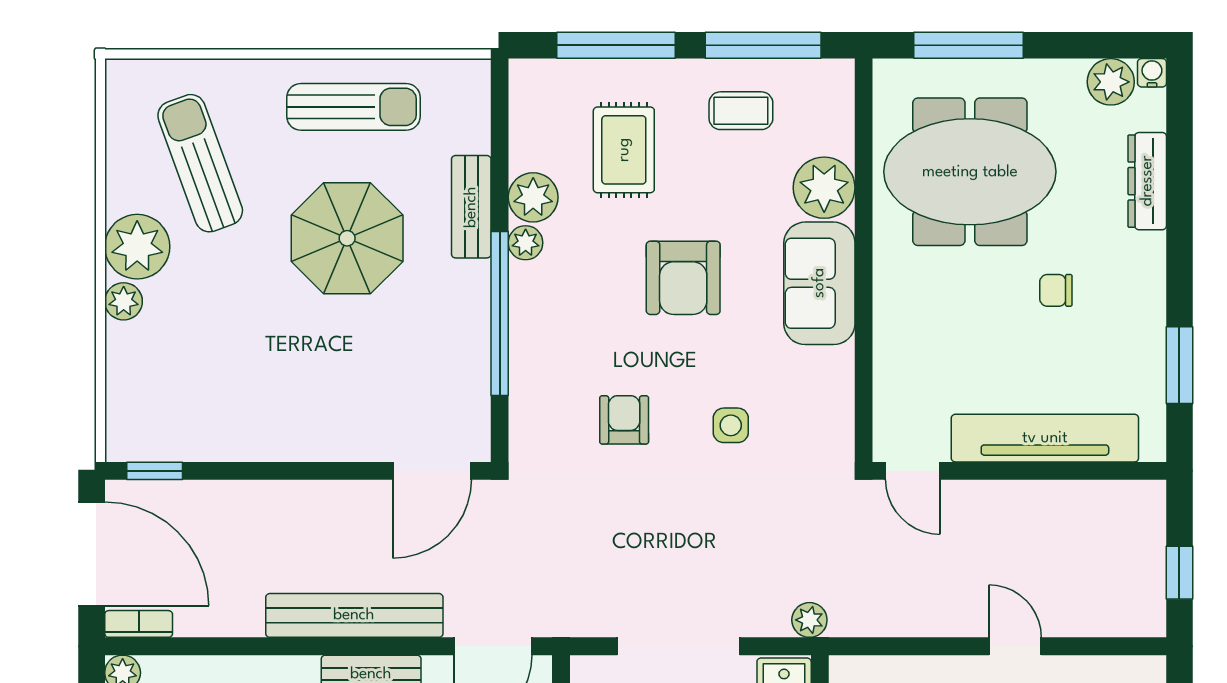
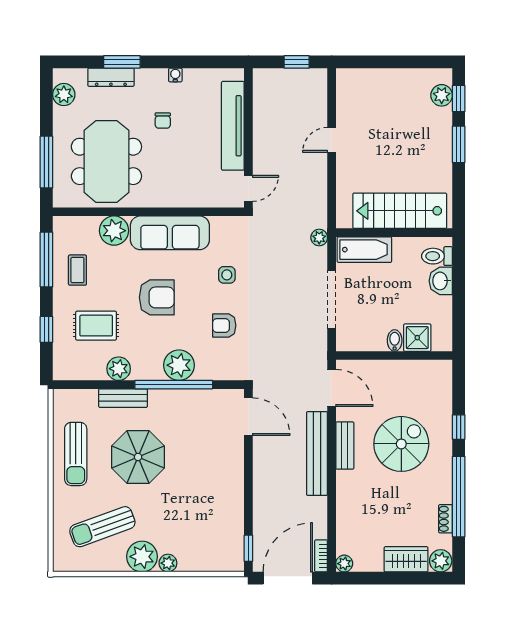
window: (616, 45) -> (46, 329), width x0.46
water cooler: (1152, 73) -> (175, 75), moved, turned 90
sun lounger: (353, 107) -> (76, 454), turned 180
plant: (526, 243) -> (179, 365), moved, width x1.88, depth x1.88
sofa: (819, 283) -> (170, 233), width x1.36
window: (1179, 365) -> (122, 62), moved

